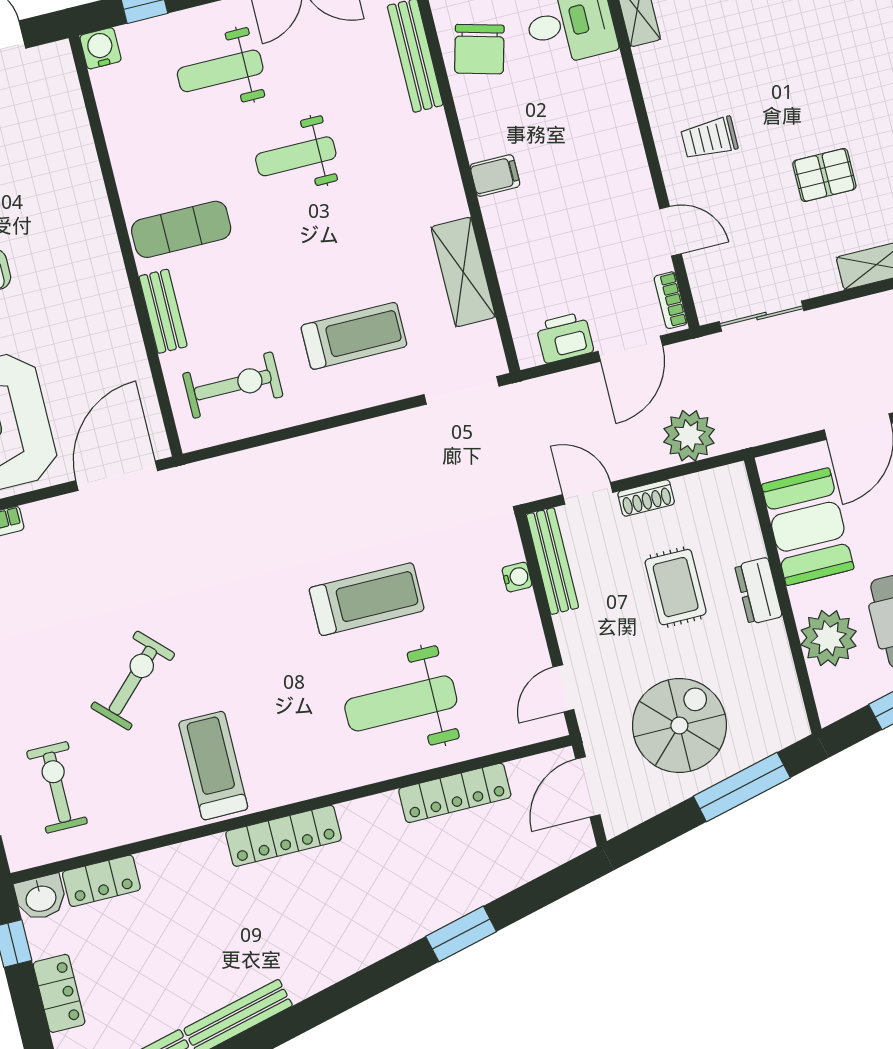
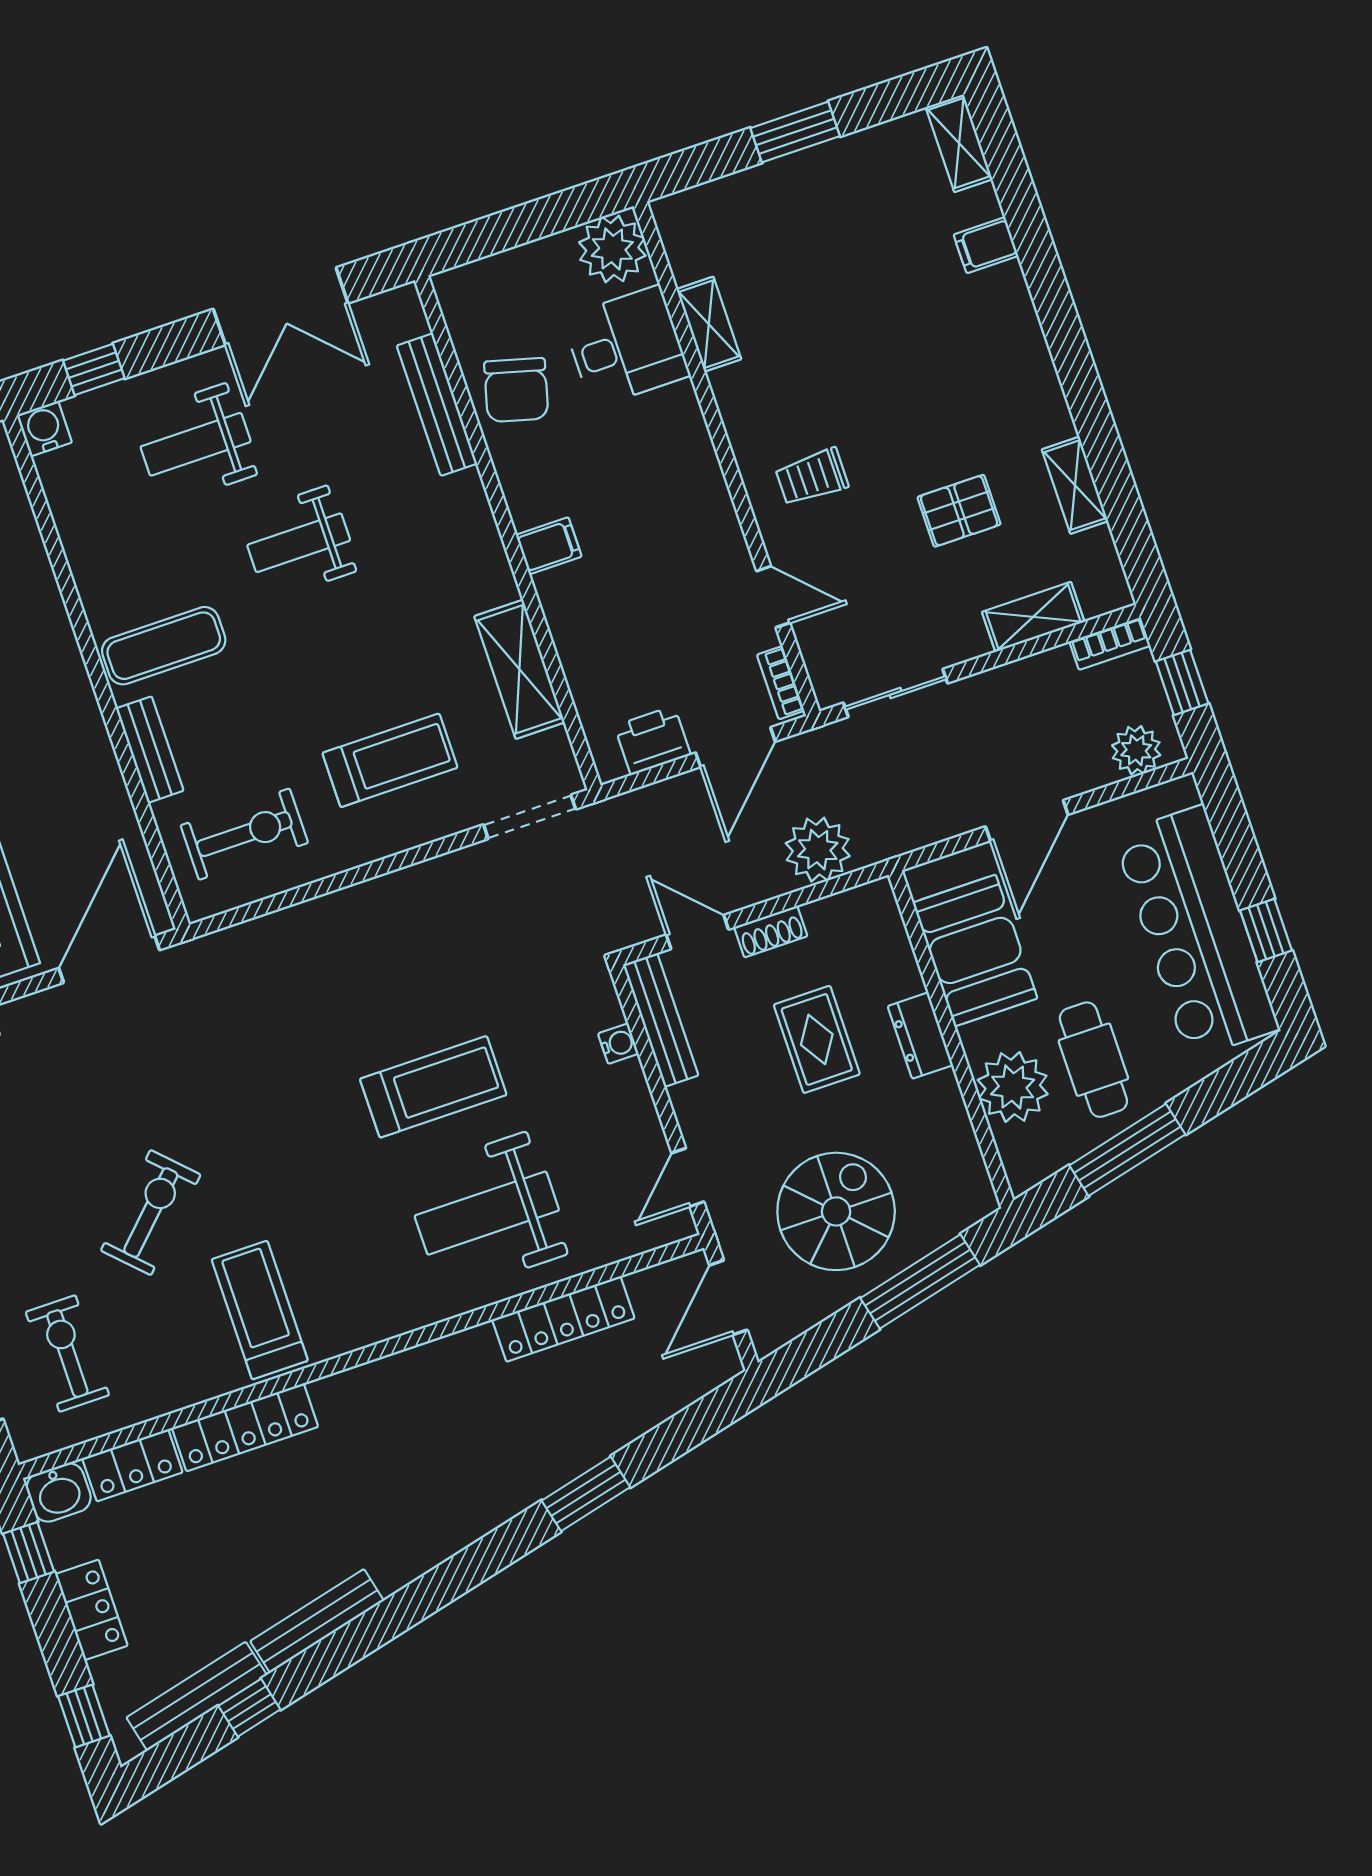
locker: (283, 836) -> (245, 1427), moved

